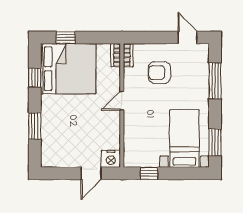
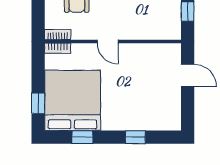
window: (35, 126) -> (135, 137), width x0.67
nightstand: (111, 159) -> (172, 54), removed

